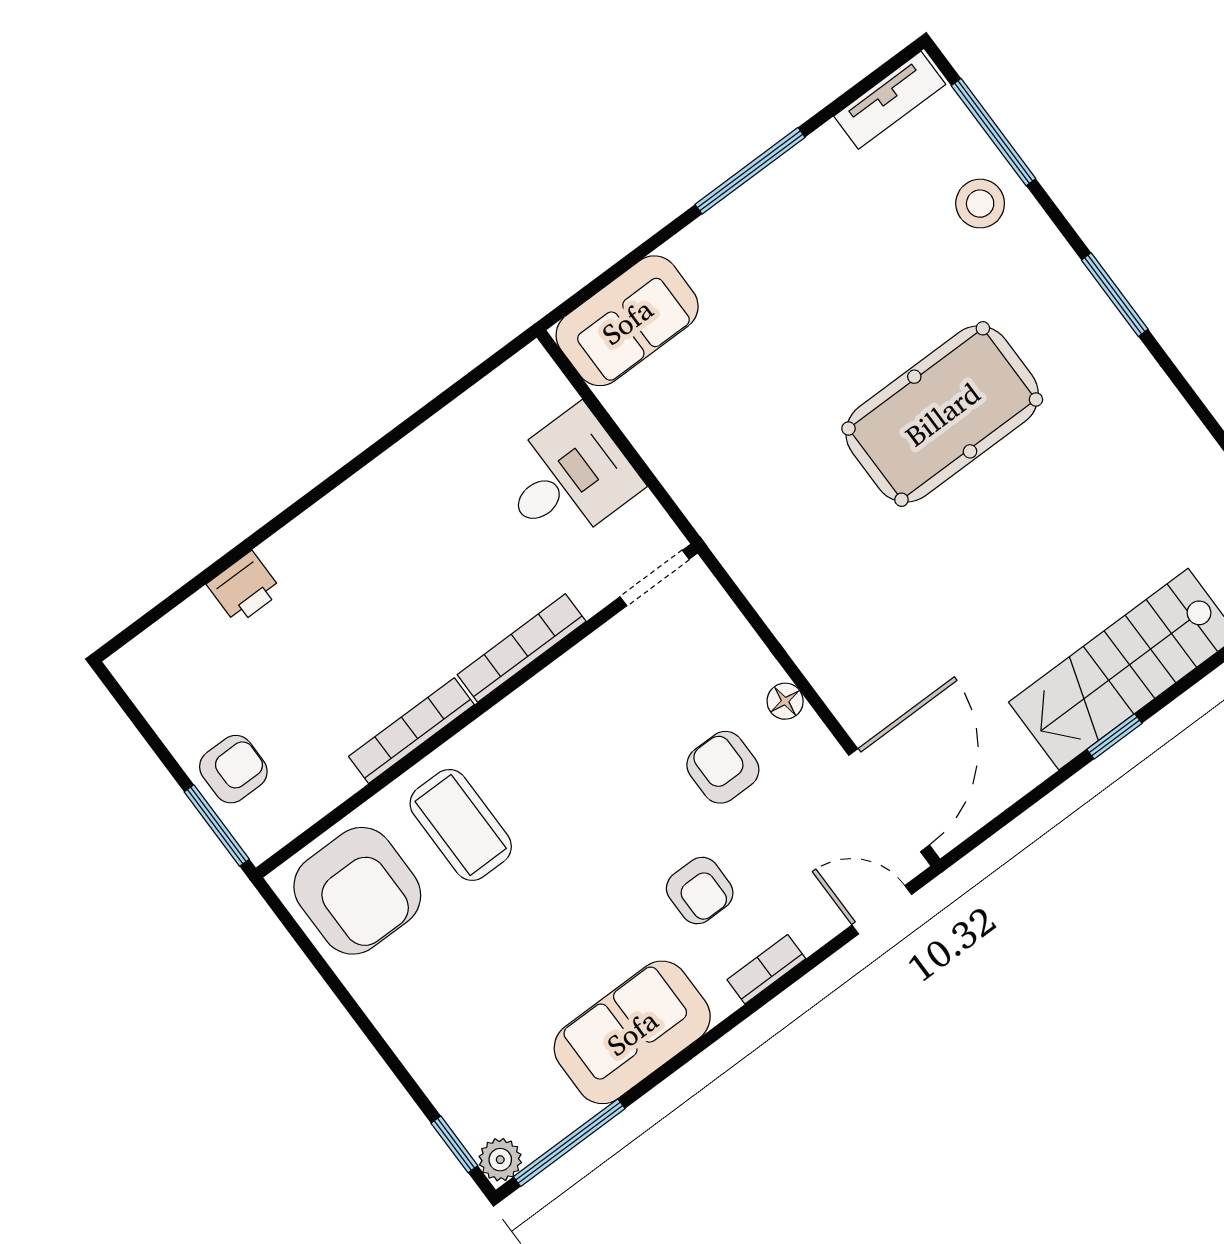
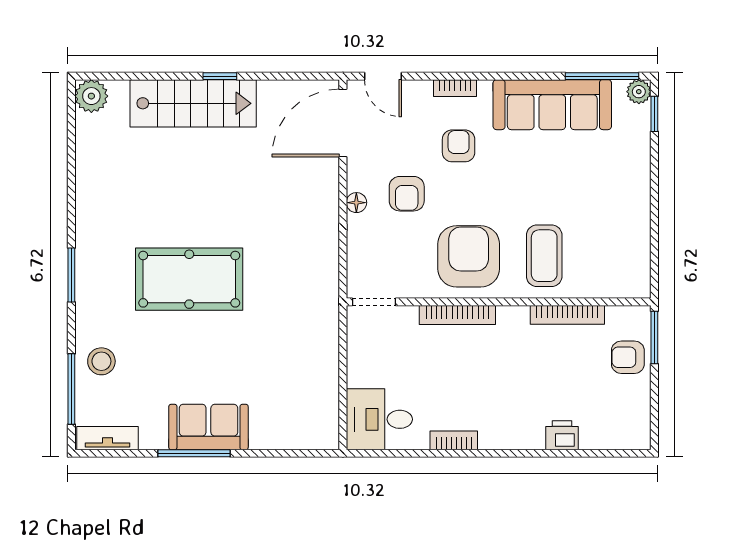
sofa: (627, 321) -> (208, 427), moved
bookcase: (393, 465) -> (454, 440), added
desk: (568, 478) -> (379, 419), moved
bookcase: (411, 731) -> (567, 315), moved
armchair: (357, 891) -> (469, 256), moved
sofa: (632, 1032) -> (552, 105), width x1.36

